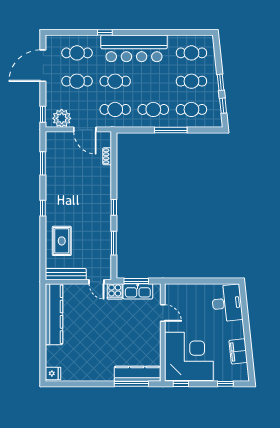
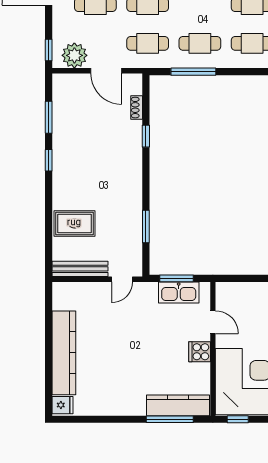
window: (171, 130) -> (193, 72), moved
window: (114, 207) -> (146, 136), moved
window: (43, 208) -> (49, 160), moved
rug: (62, 241) -> (74, 223), turned 90
door: (96, 282) -> (122, 279), hinge flipped
cooker: (115, 291) -> (200, 352), moved, turned 90
kitchen counter: (54, 314) -> (64, 353), moved

